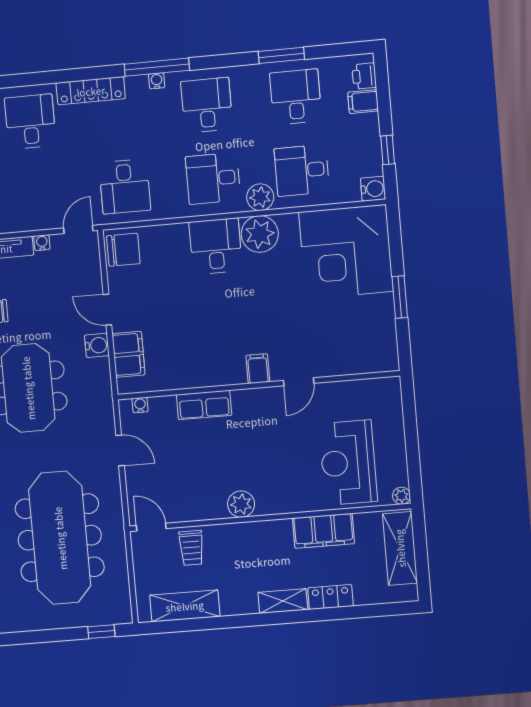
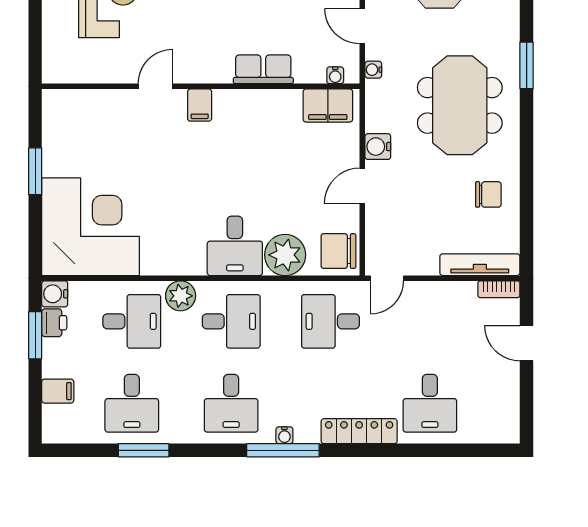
printer: (364, 76) -> (54, 323), moved
window: (388, 150) -> (35, 335), width x1.50
desk: (125, 187) -> (331, 321), turned -90
plant: (260, 234) -> (285, 255), moved
water cooler: (42, 243) -> (373, 70), moved, turned 90
door: (107, 310) -> (362, 186), swing flipped
filing cabinet: (128, 354) -> (328, 105), moved, turned -90

